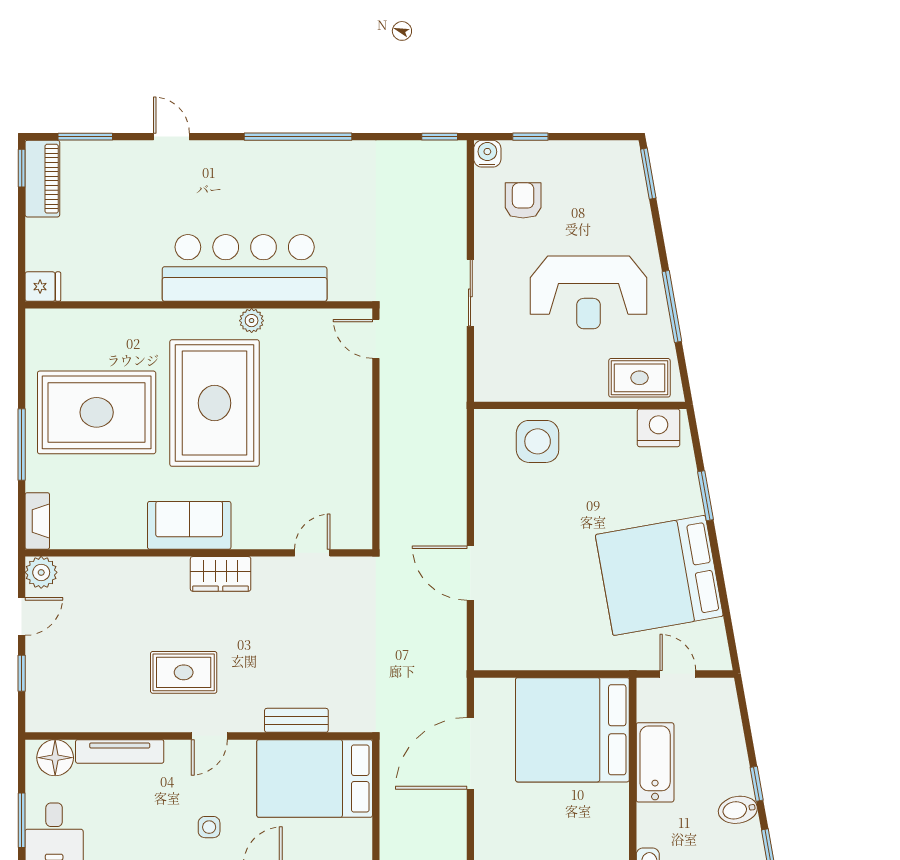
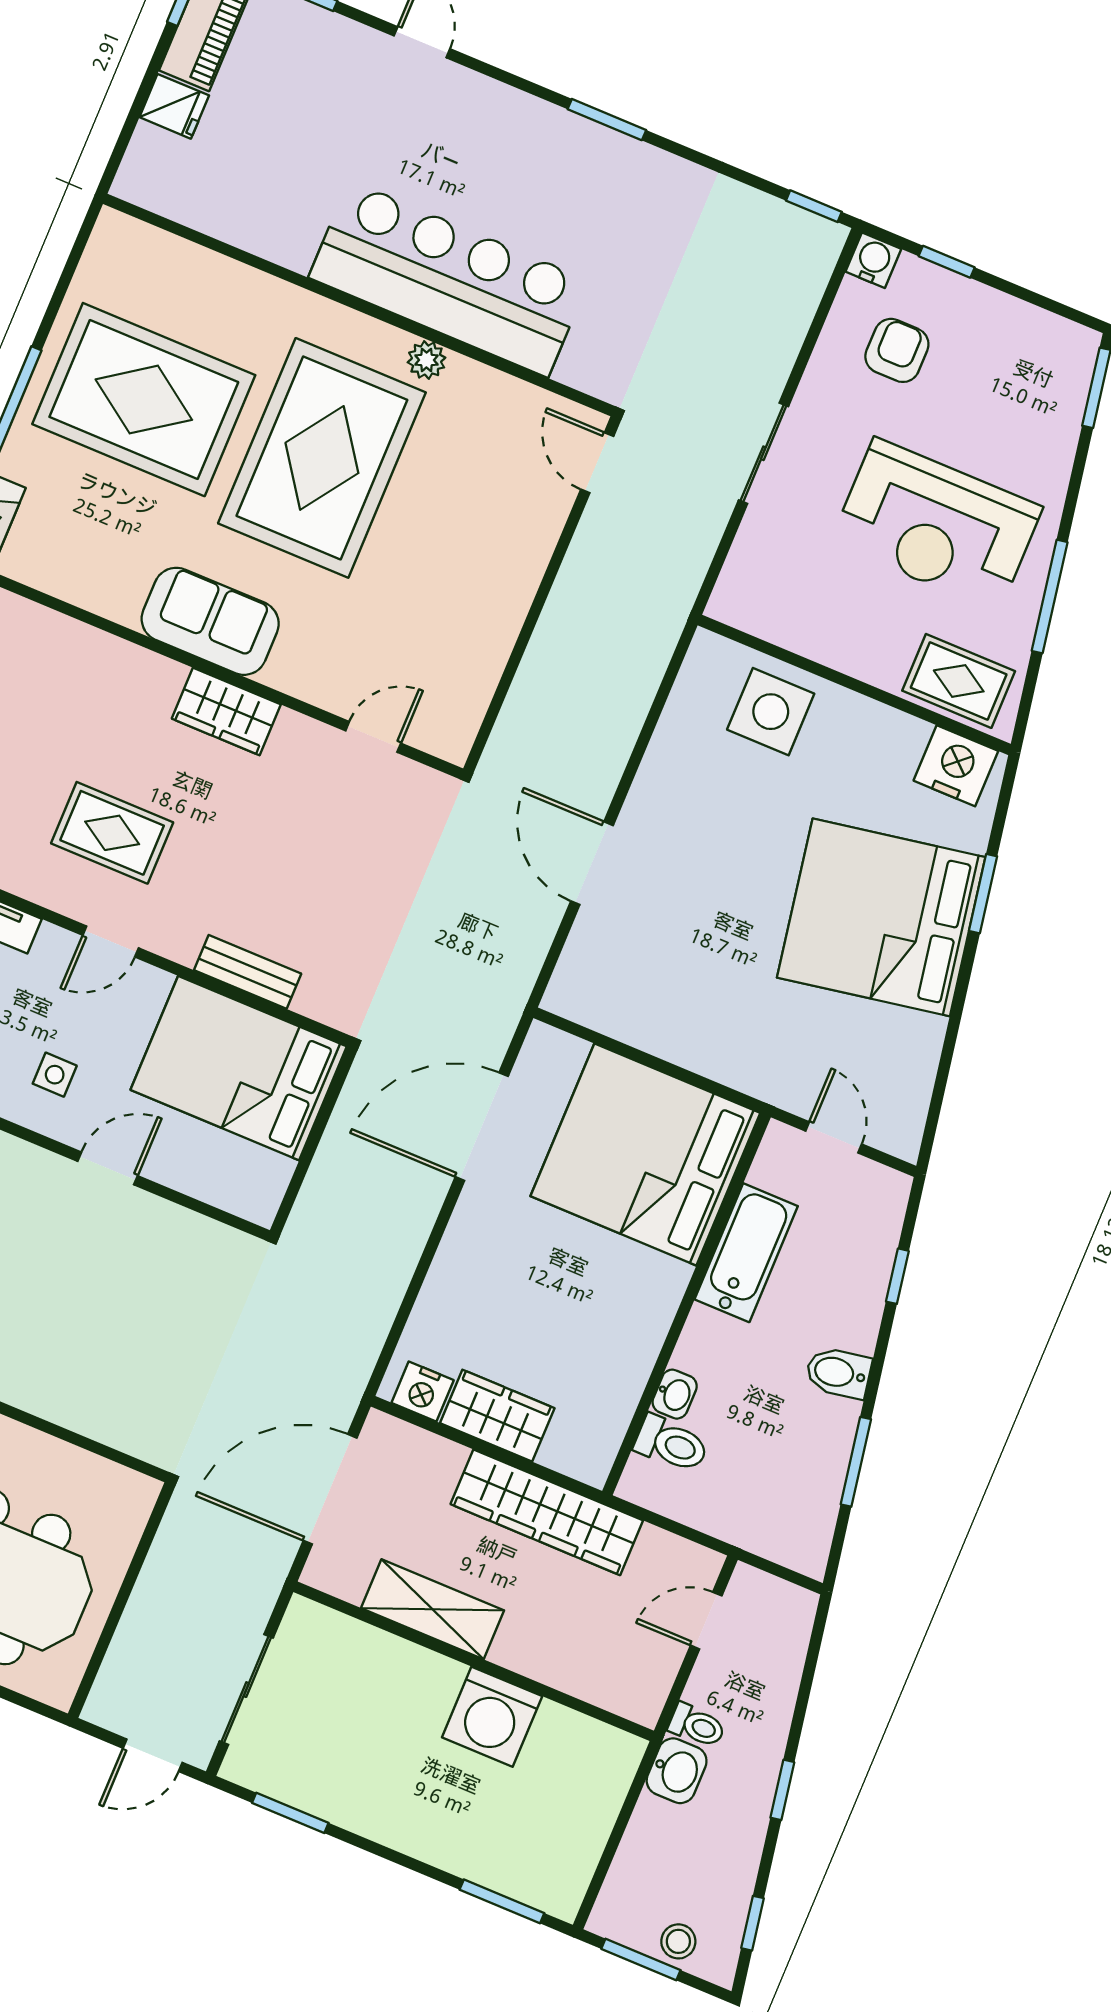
window: (298, 137) -> (607, 120), width x0.47
fridge: (43, 287) -> (174, 106), moved
bed: (659, 575) -> (881, 917), moved
window: (757, 784) -> (897, 1276), moved

